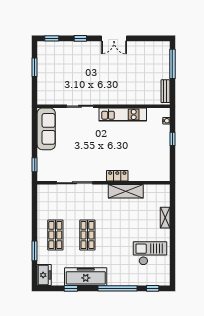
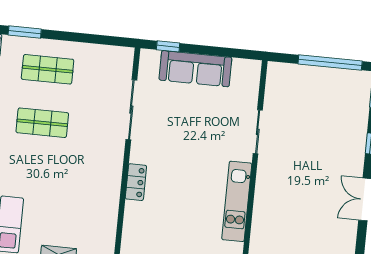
window: (35, 67) -> (330, 63), width x2.11
sofa: (46, 129) -> (195, 69), moved
shelving: (126, 191) -> (109, 194), removed

